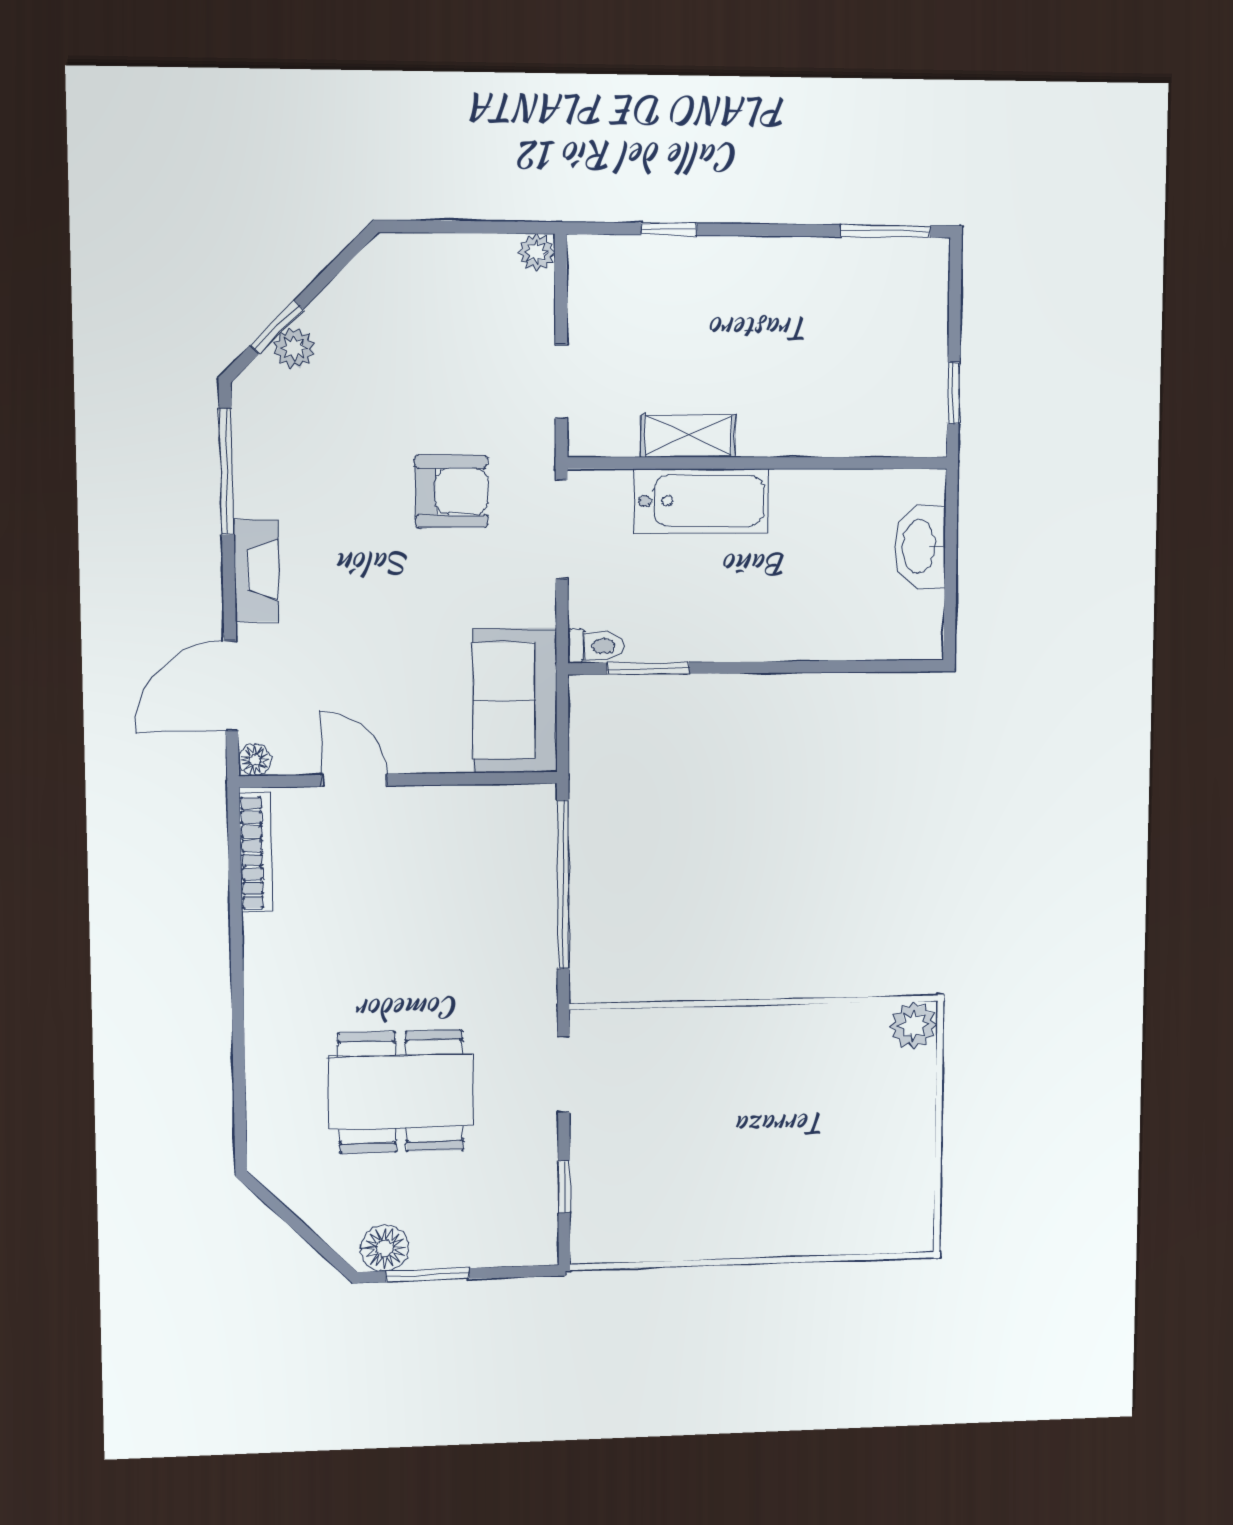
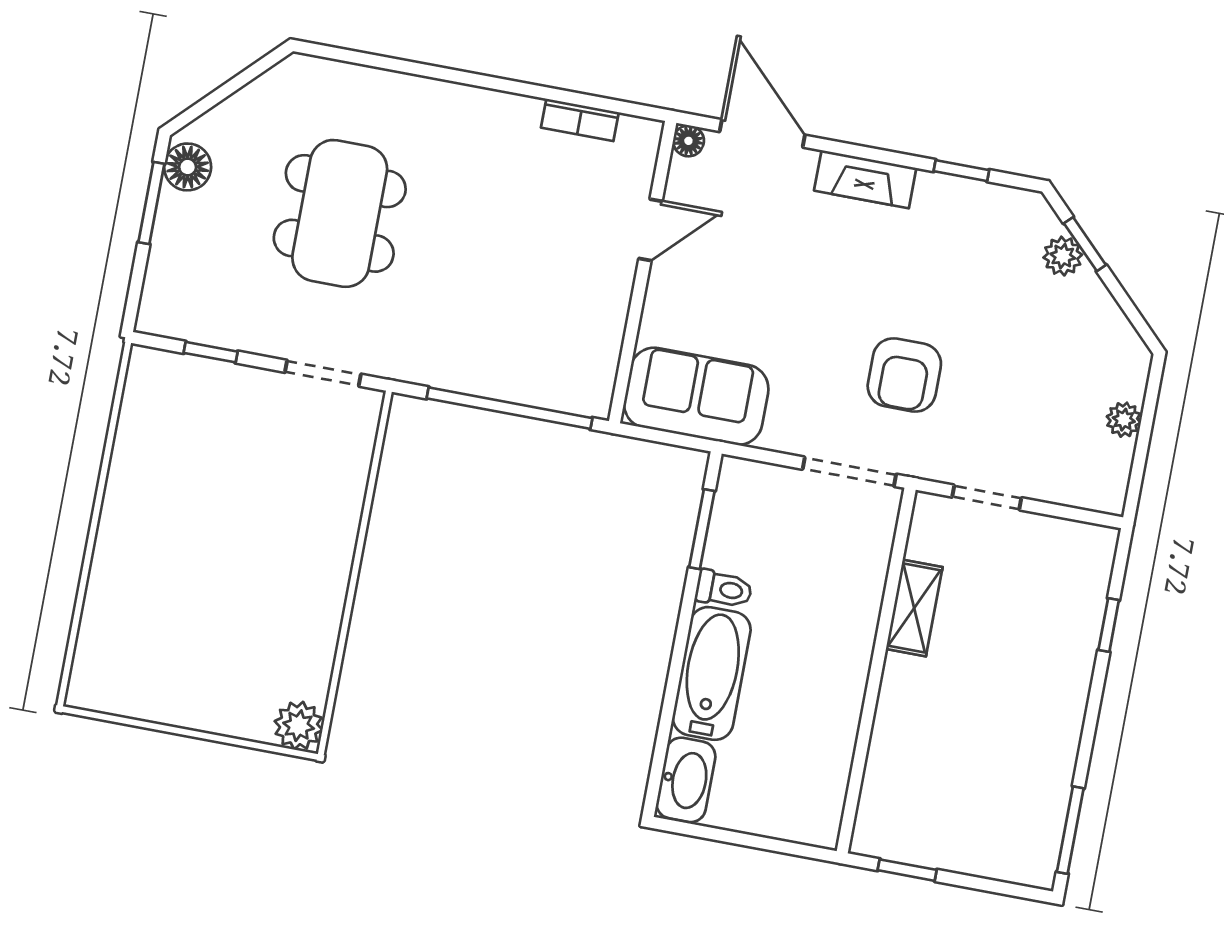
plant: (537, 253) -> (1124, 420), moved
window: (227, 472) -> (961, 171), width x0.46
bathtub: (702, 501) -> (712, 673), moved, turned 180
washbasin: (920, 547) -> (686, 780), moved, turned 90
toilet: (596, 646) -> (724, 589), moved, turned -90
bookcase: (256, 853) -> (580, 120), width x0.64

